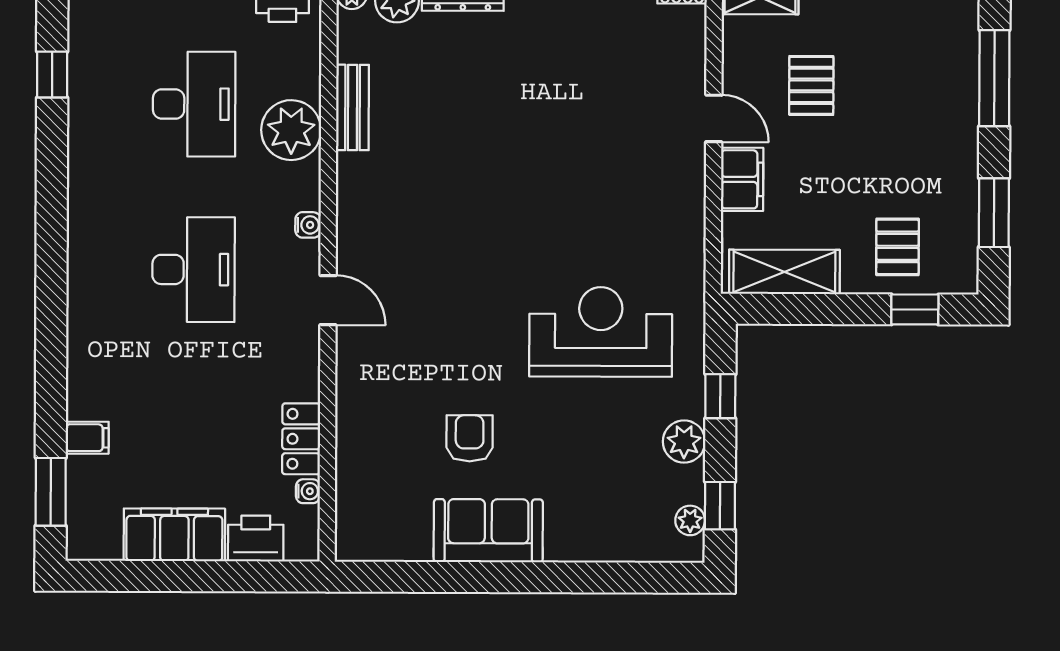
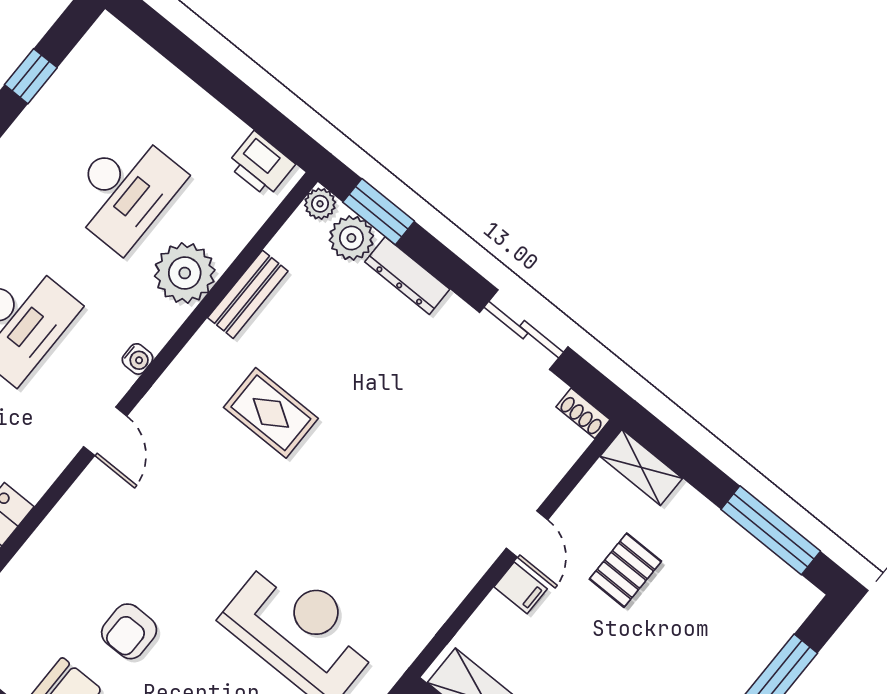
filing cabinet: (742, 179) -> (521, 588), width x0.50
rug: (443, 184) -> (271, 413), added
armchair: (470, 438) -> (129, 631), turned 180

